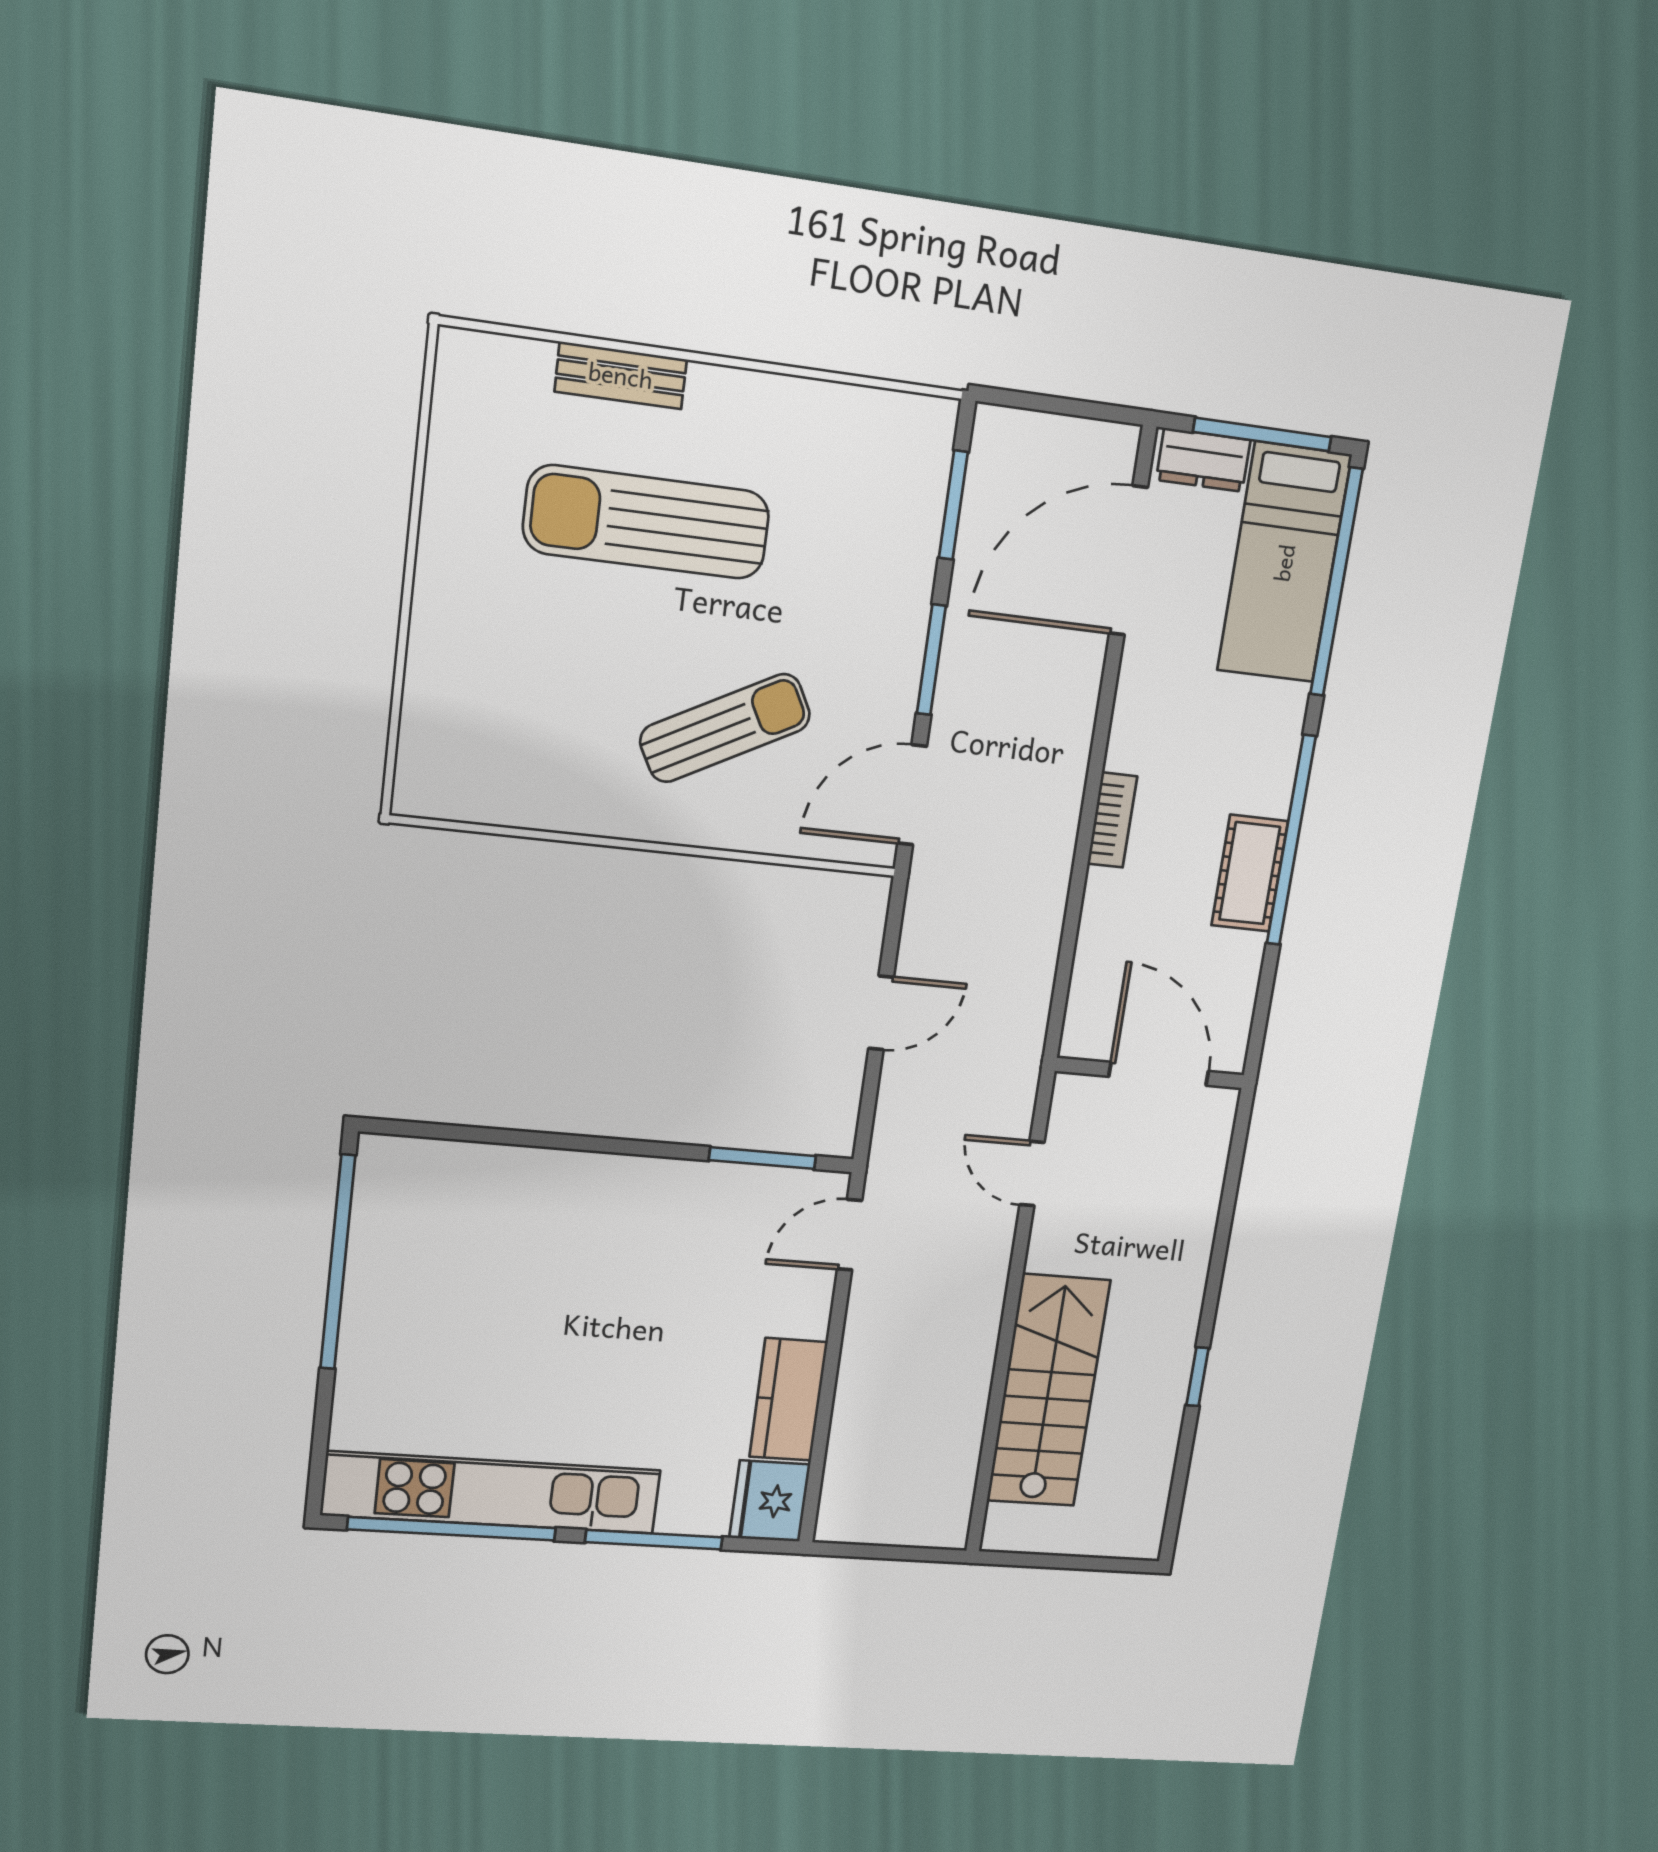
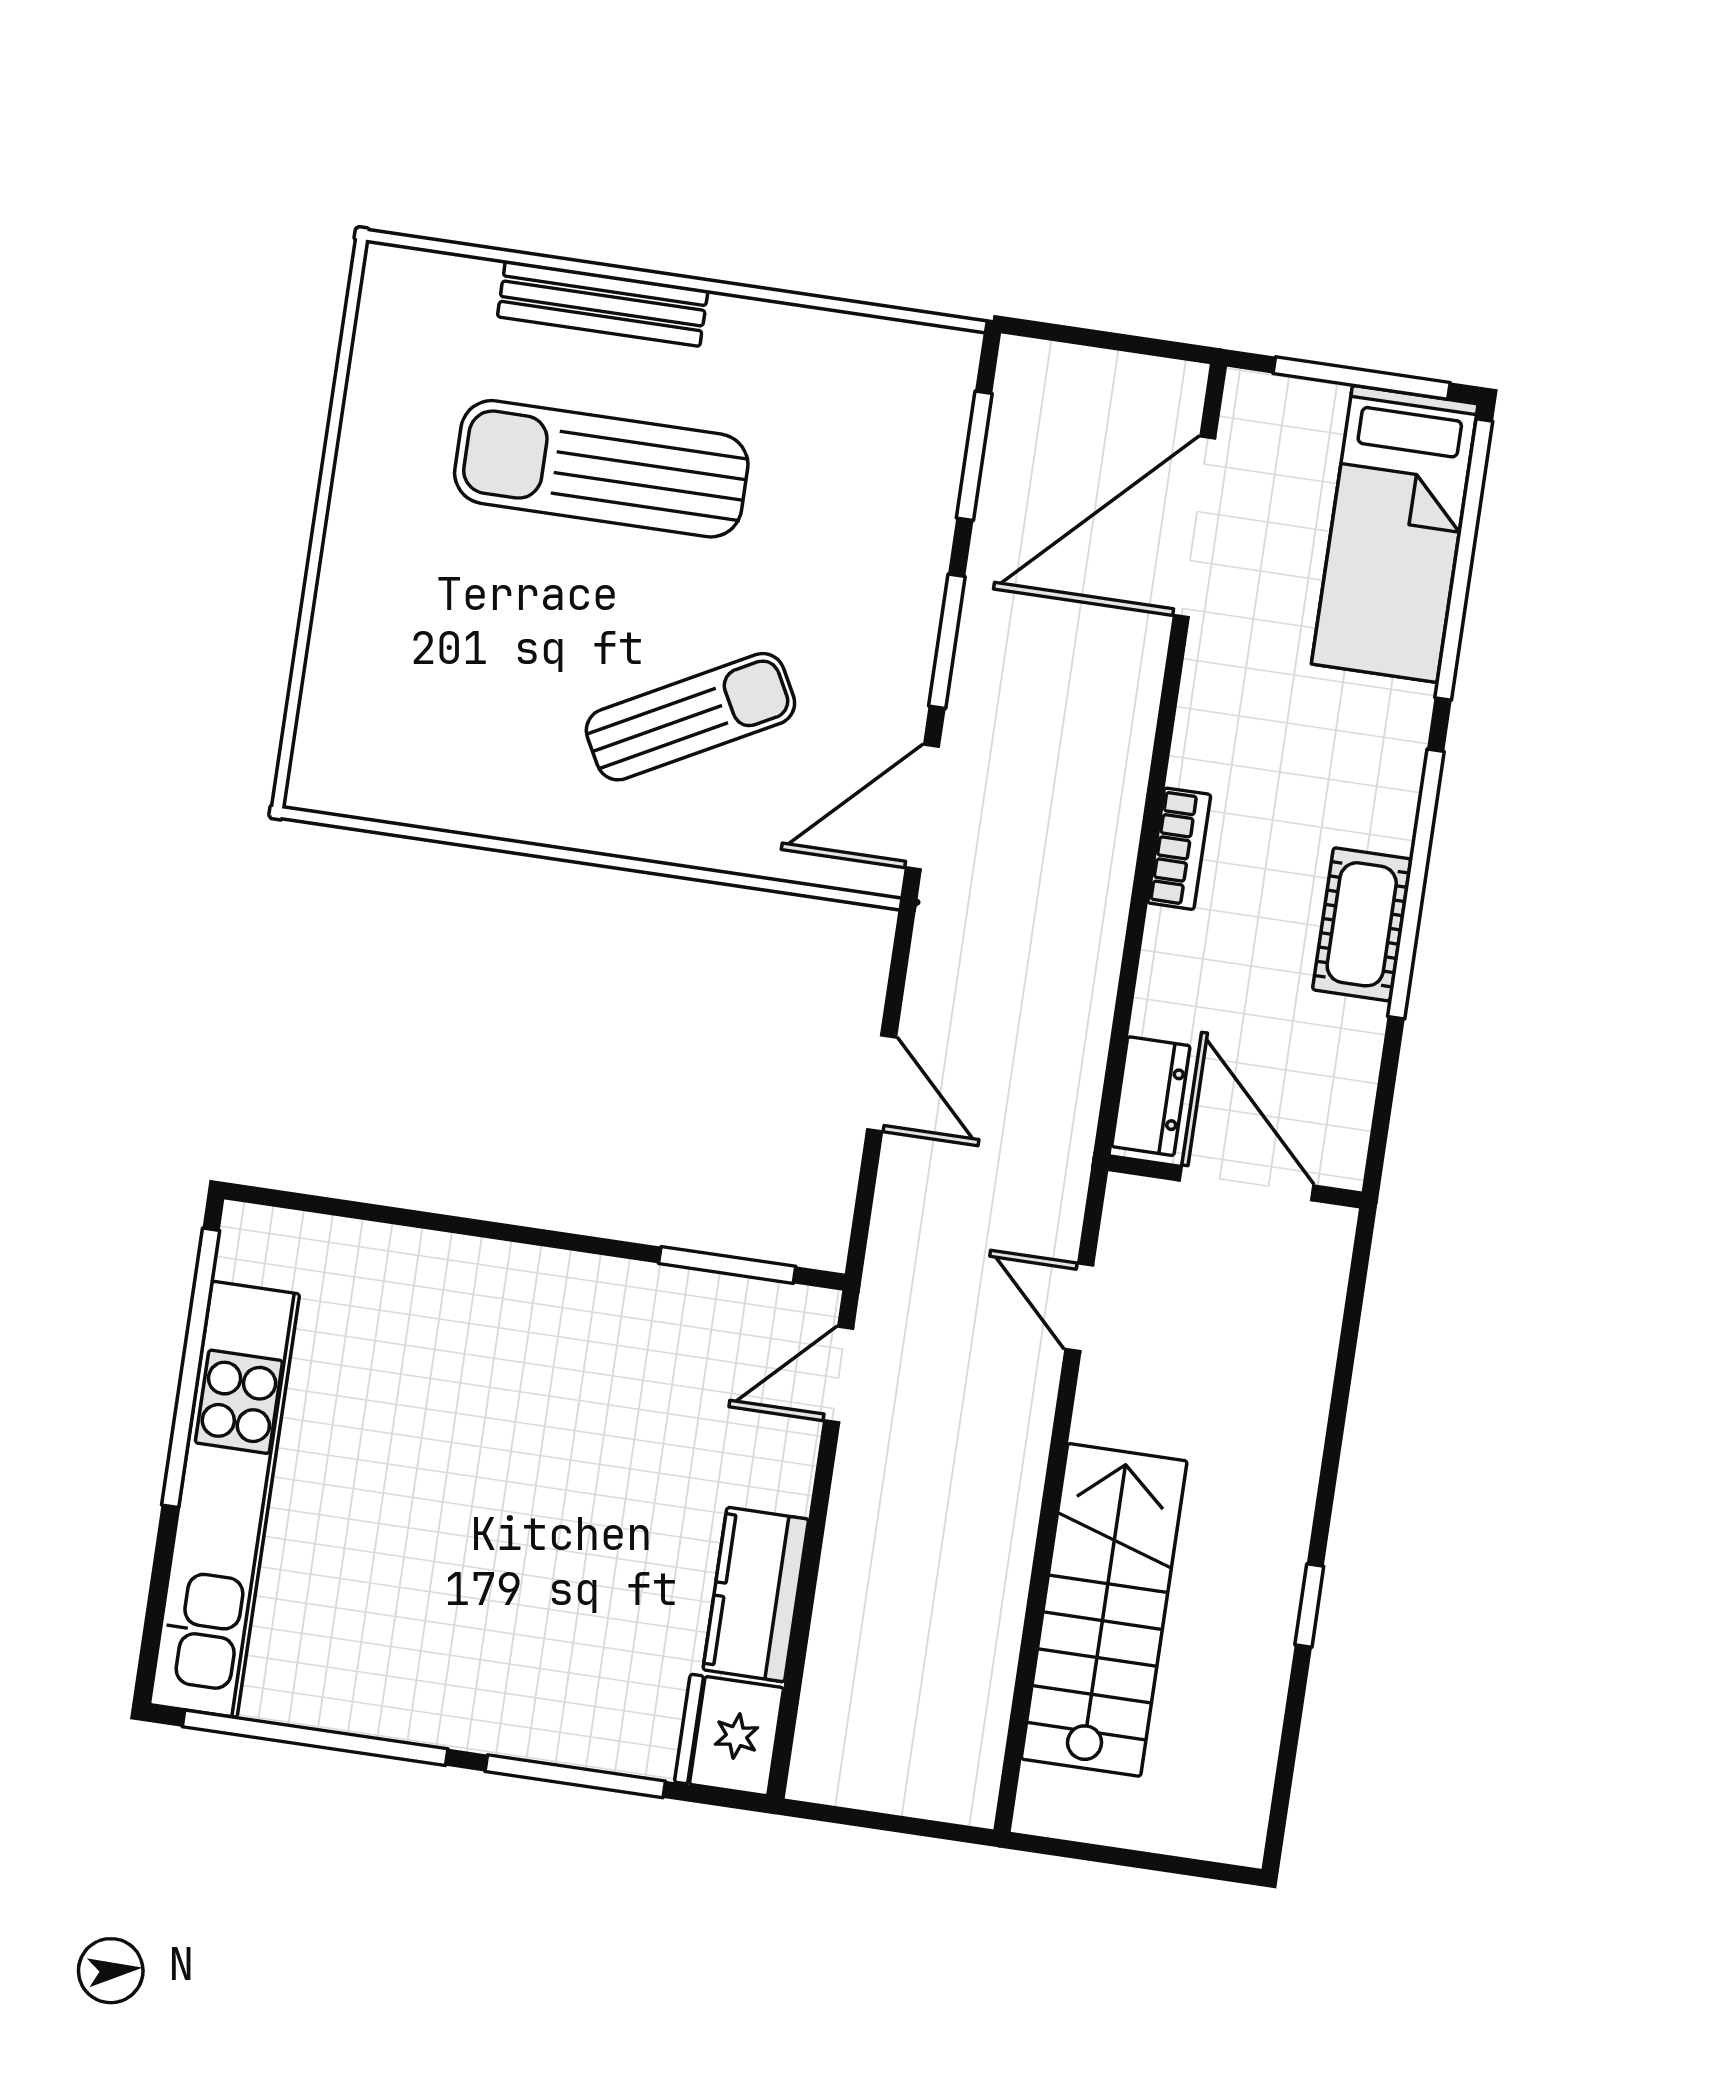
bench: (621, 375) -> (603, 303), width x1.36
dresser: (1203, 460) -> (1151, 1096), moved, turned -90
door: (881, 1013) -> (882, 1083), hinge flipped
kitchen unit: (492, 1493) -> (225, 1499), moved, turned 90

